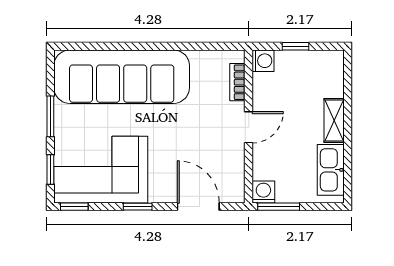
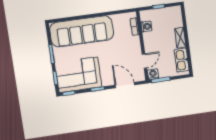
washing machine: (263, 61) -> (146, 26), moved
door: (249, 127) -> (144, 61), moved

